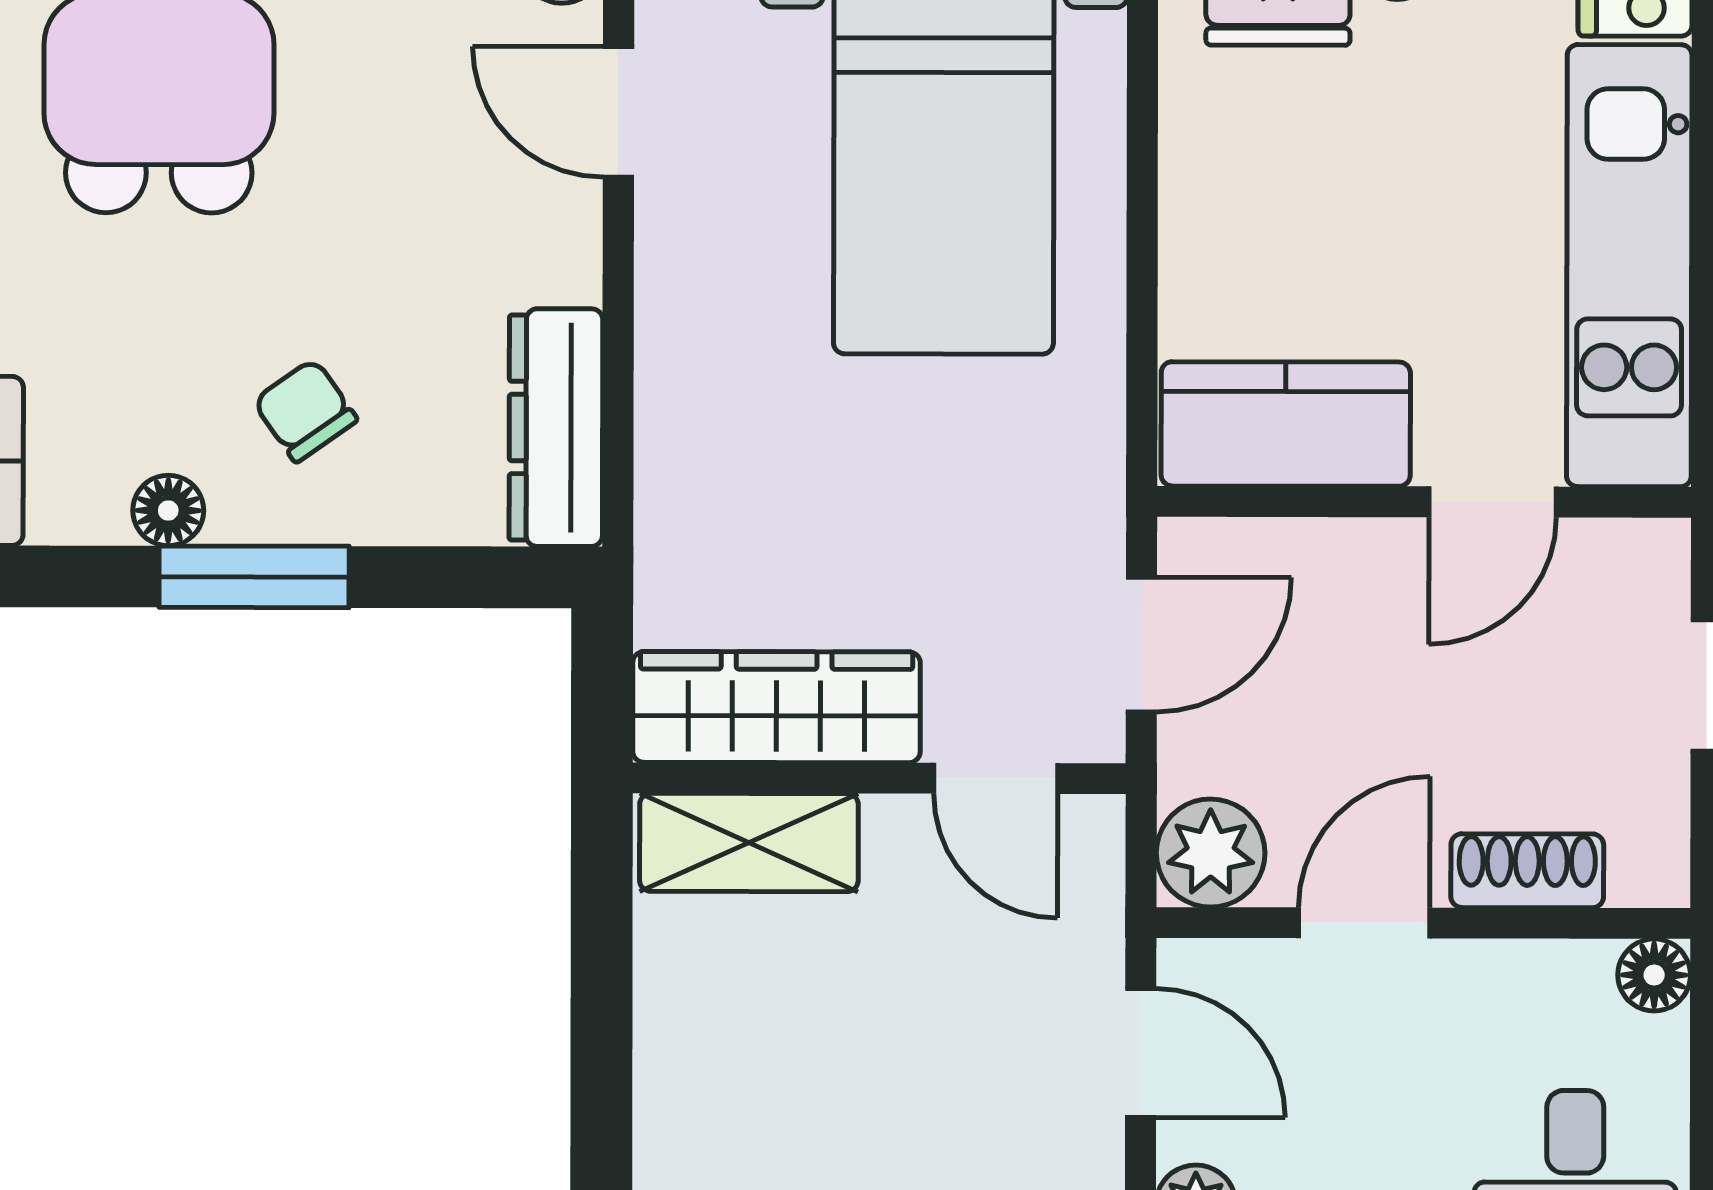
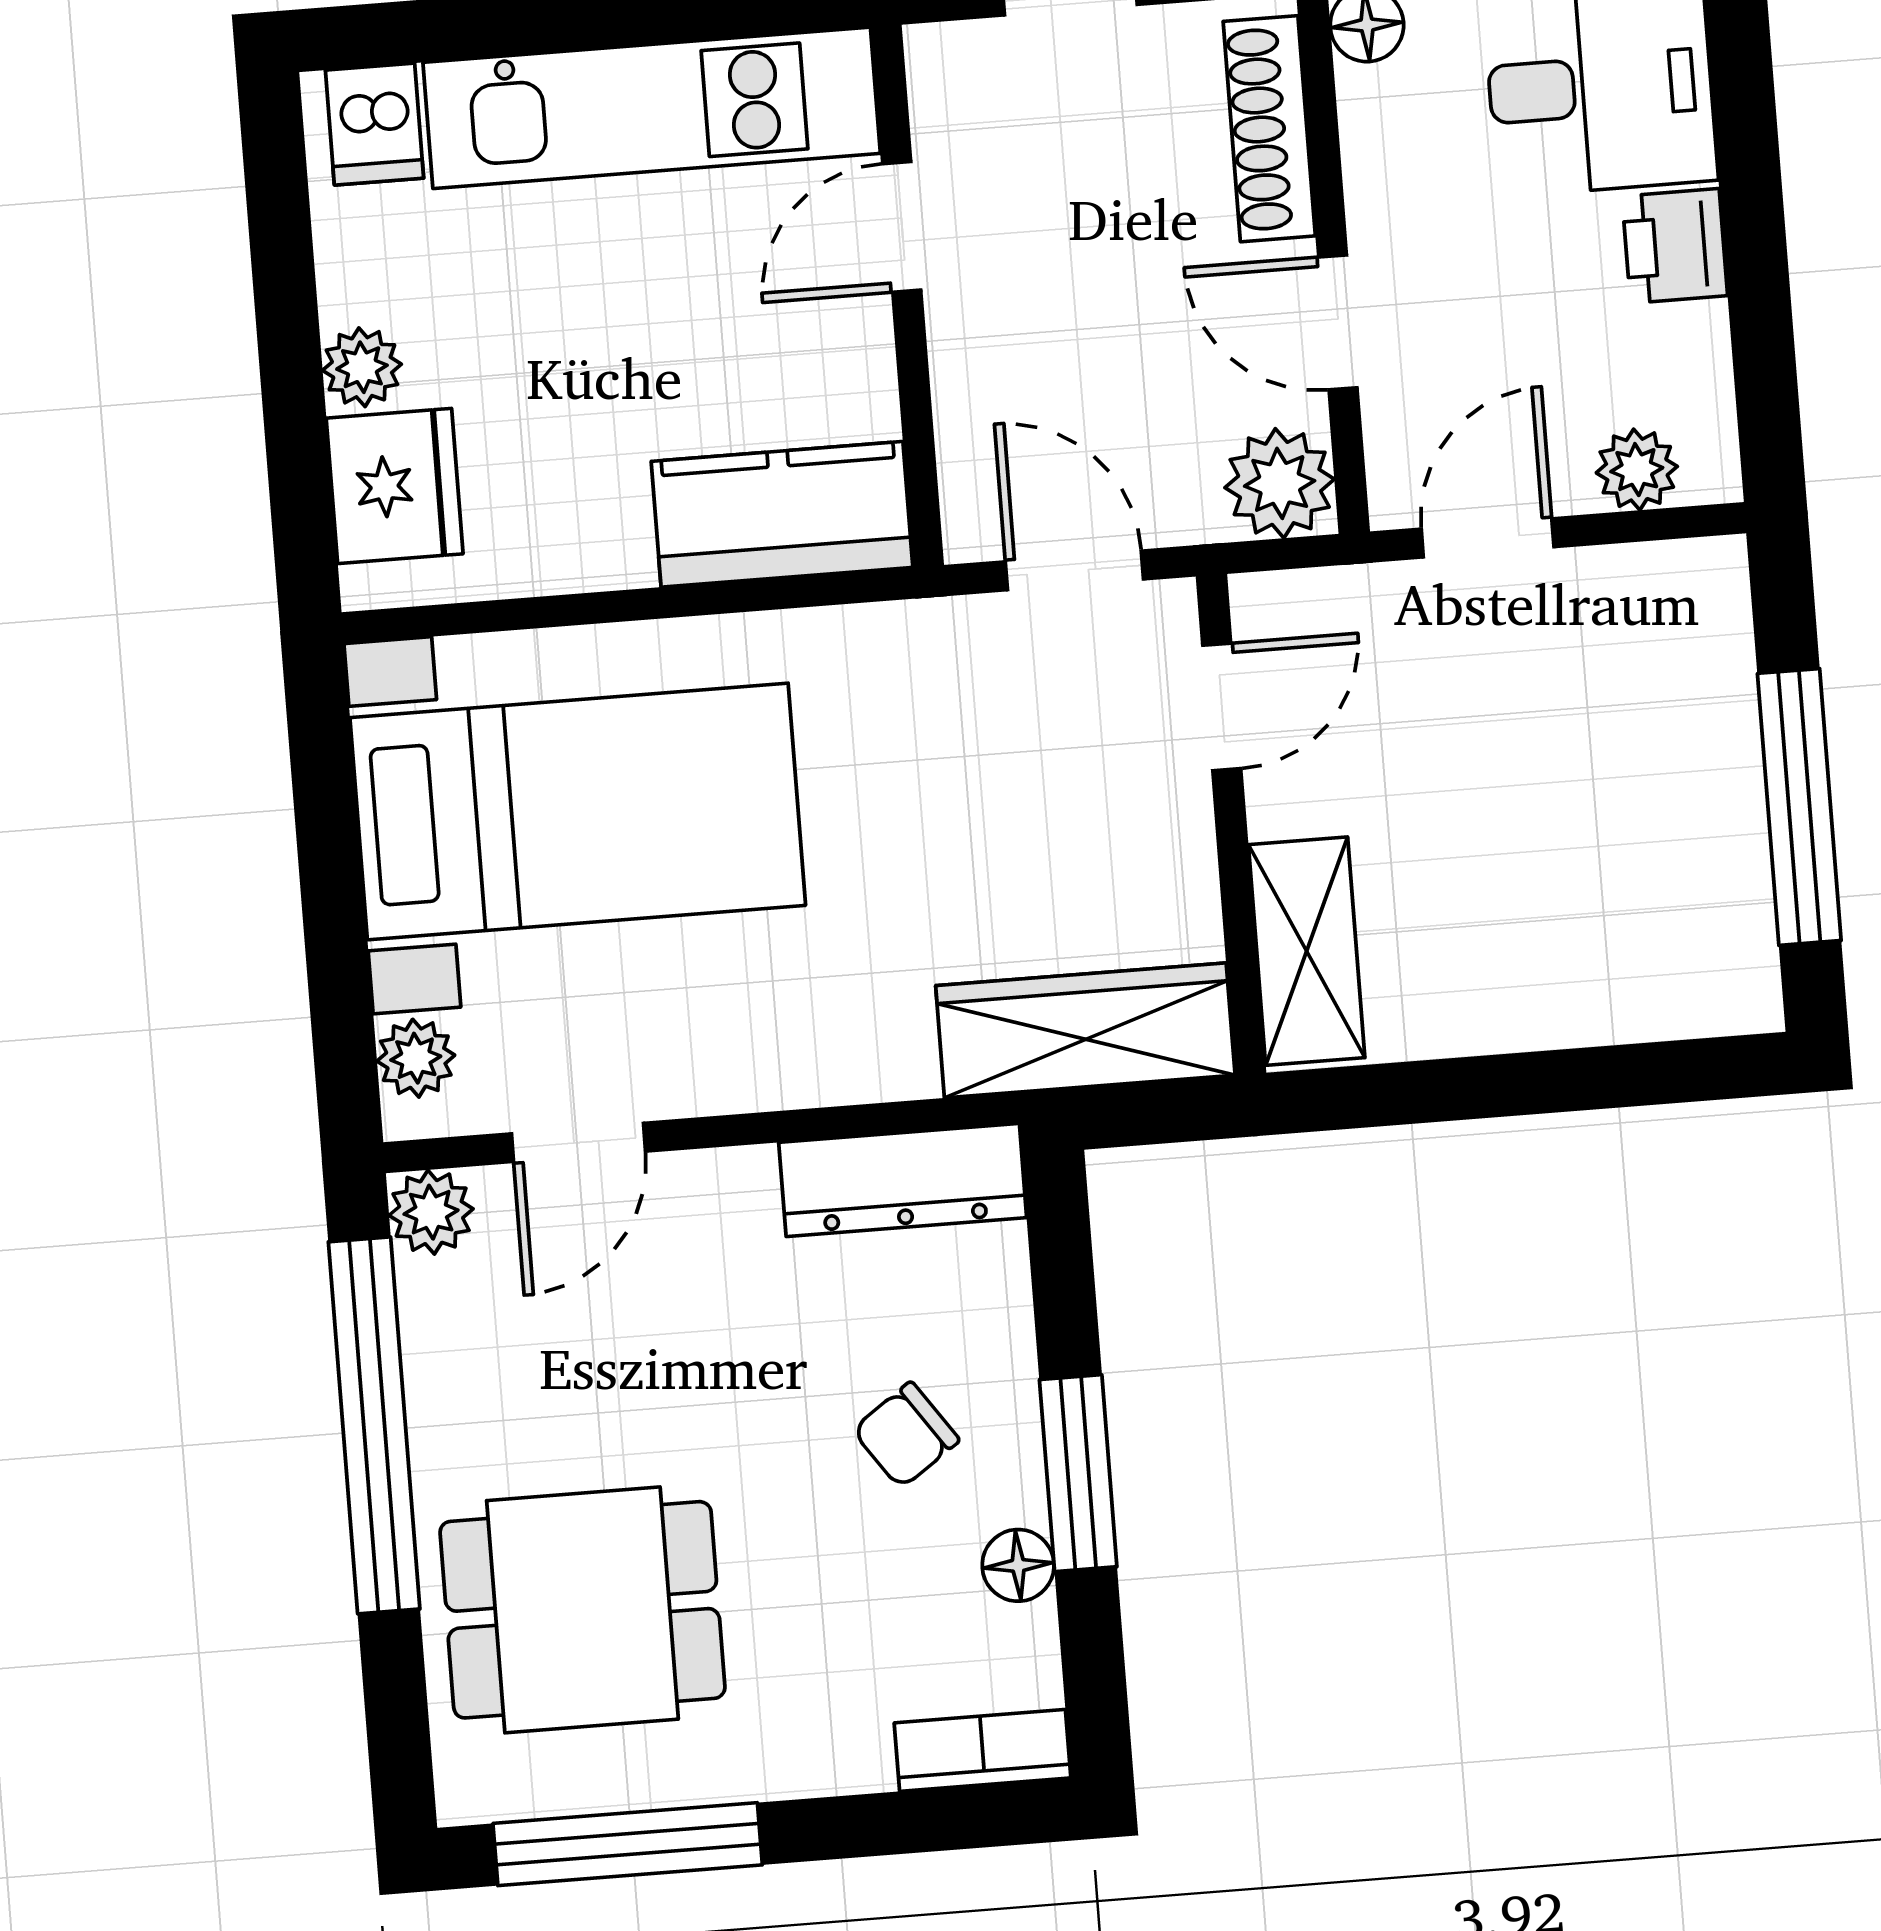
kitchen counter: (1286, 424) -> (782, 514), moved, turned 90
door: (1493, 502) -> (902, 227), swing flipped
wardrobe: (777, 707) -> (1085, 1030), moved, turned 90
shoe rack: (1527, 871) -> (1269, 129), width x1.43

